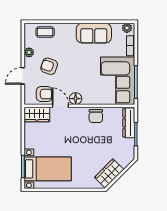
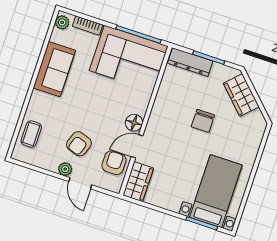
plant: (29, 52) -> (65, 169), moved
chair: (96, 116) -> (203, 121), moved, turned 90
wardrobe: (109, 173) -> (241, 95), moved

